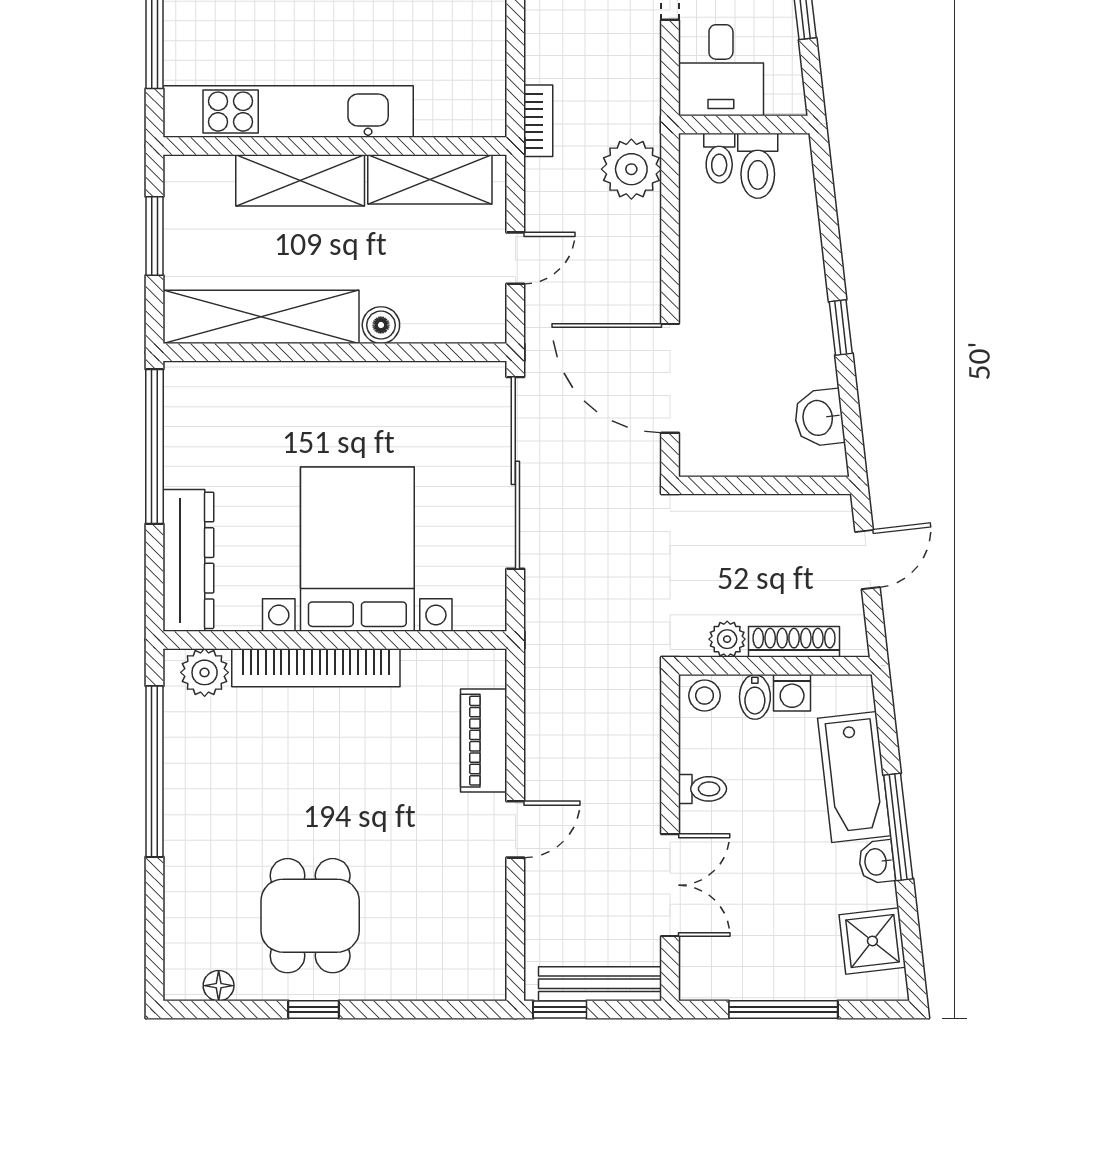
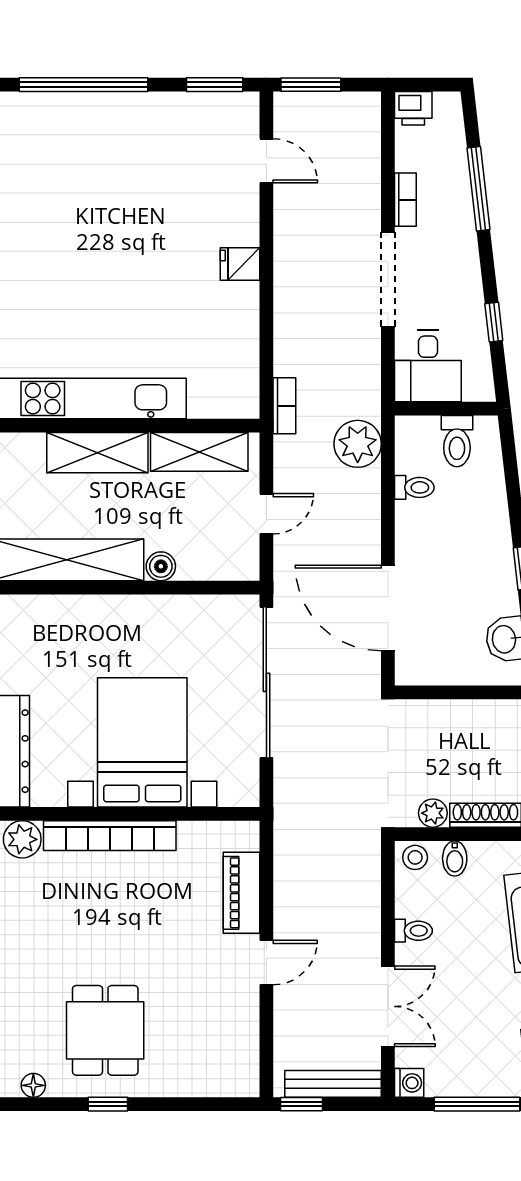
toilet: (719, 158) -> (414, 487), moved, turned -90
washing machine: (792, 693) -> (409, 1083), moved, turned -90

